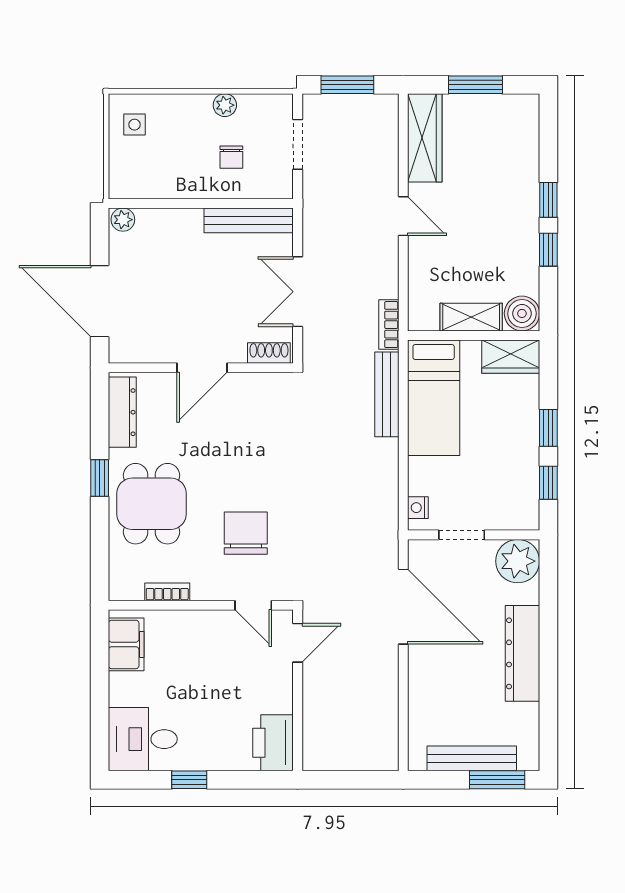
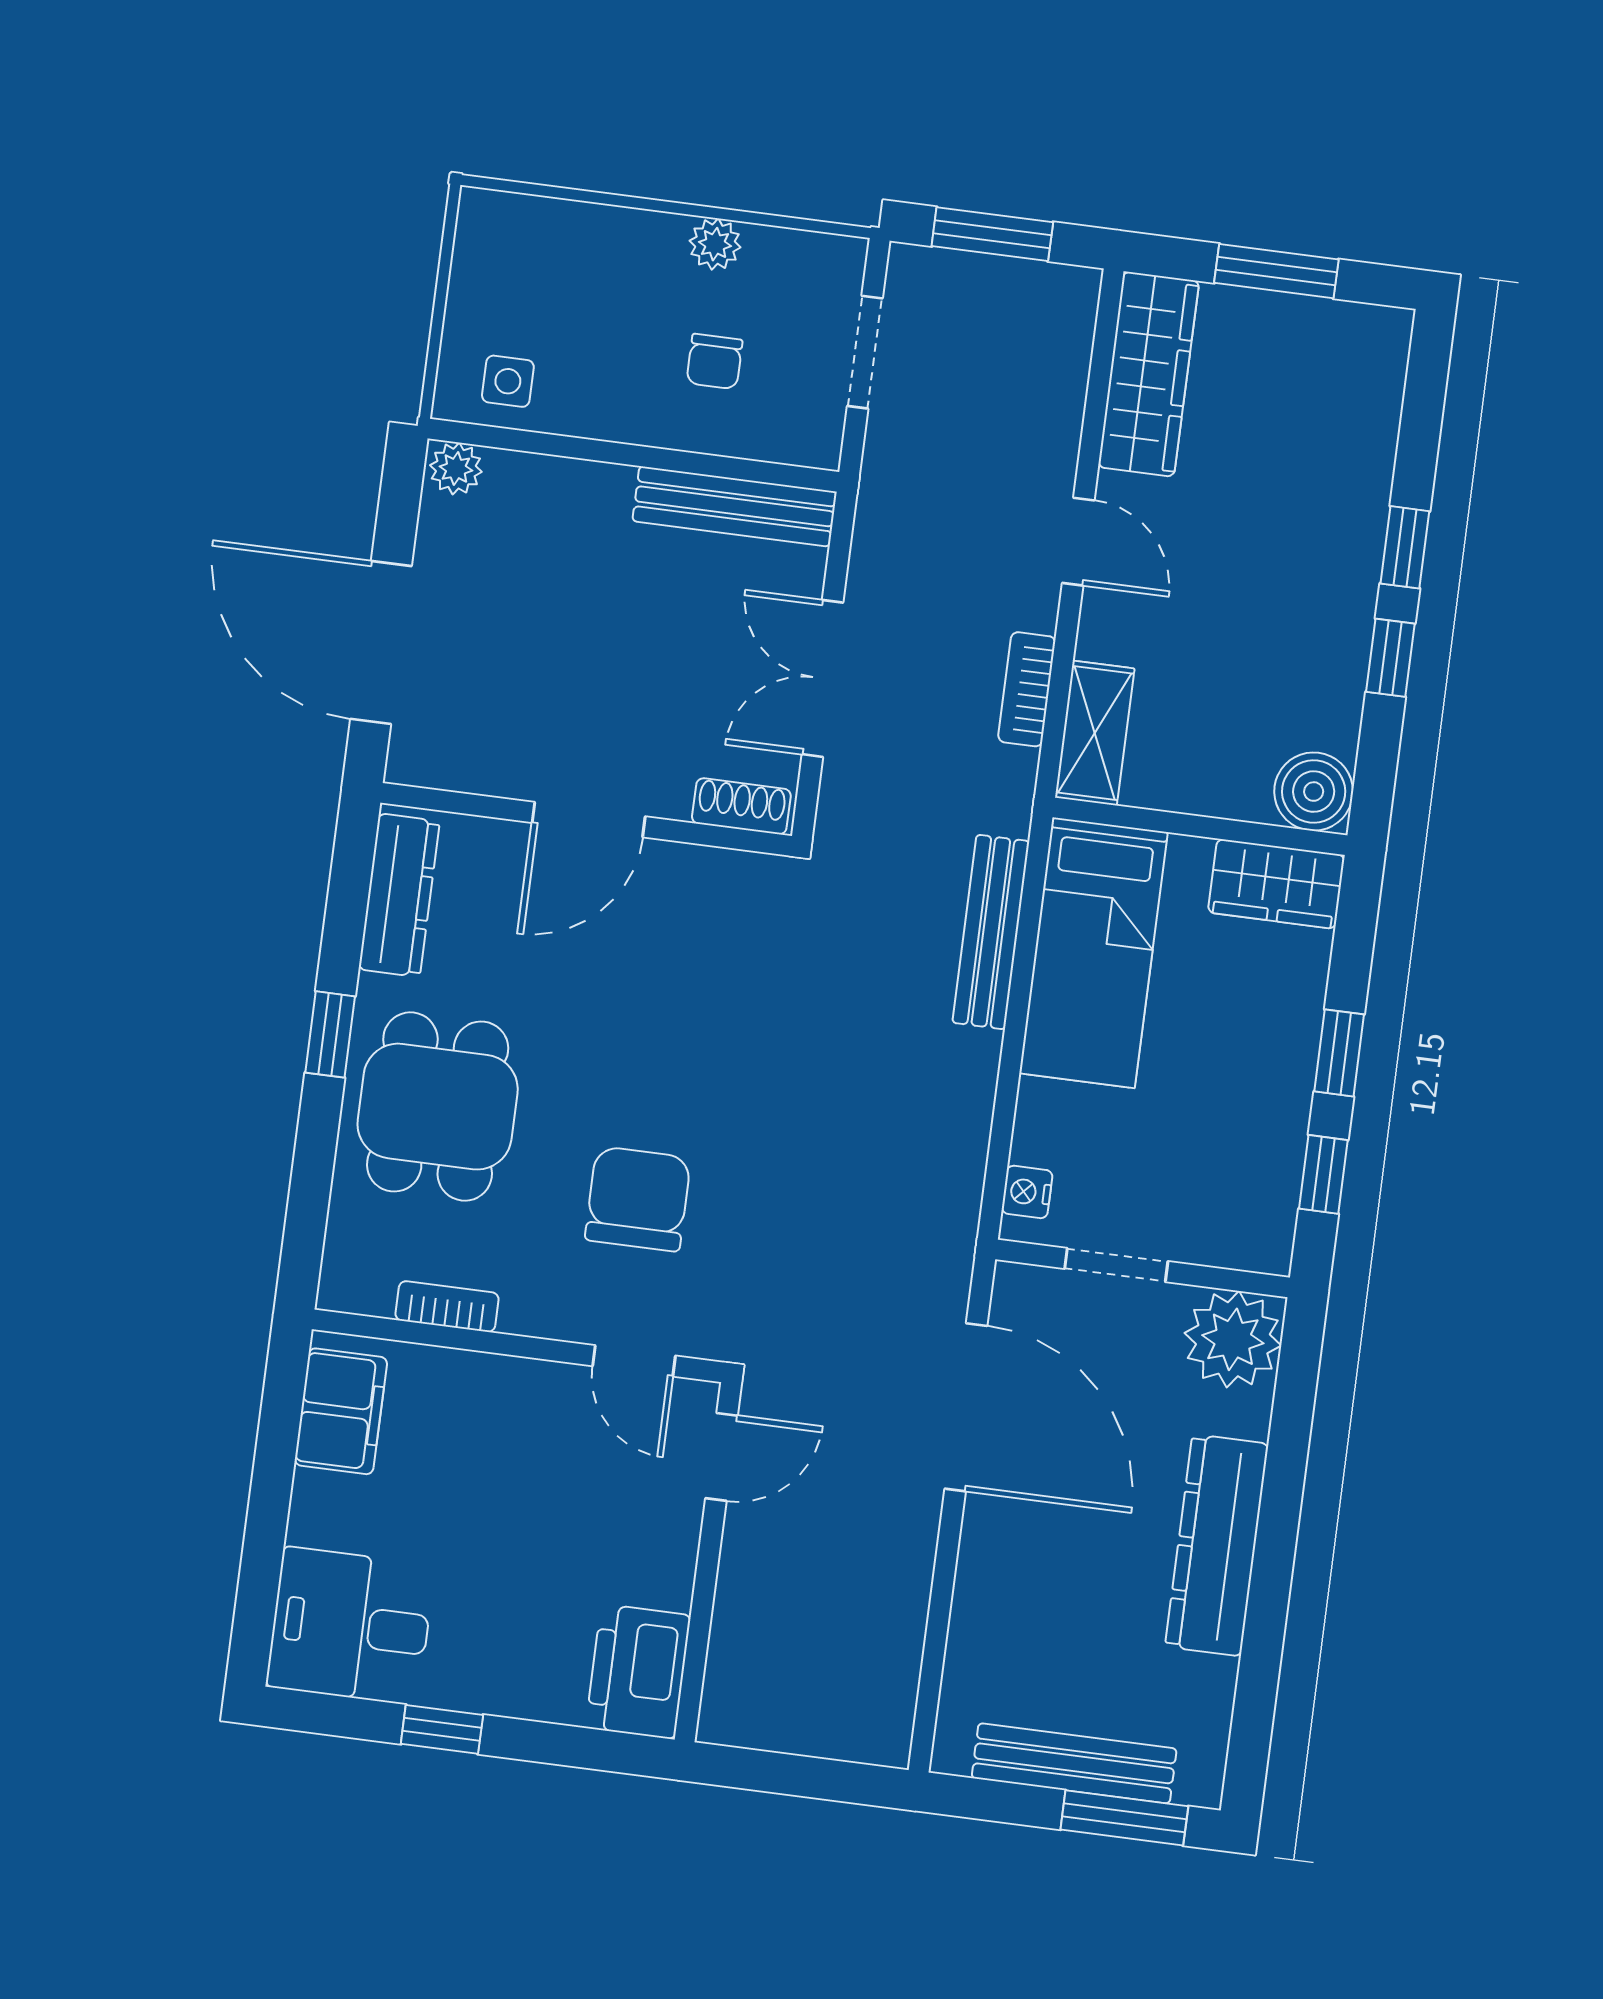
side table: (134, 125) -> (508, 381), moved
shelving: (471, 317) -> (1095, 733), moved, turned 90
bookcase: (389, 325) -> (1027, 689), moved

